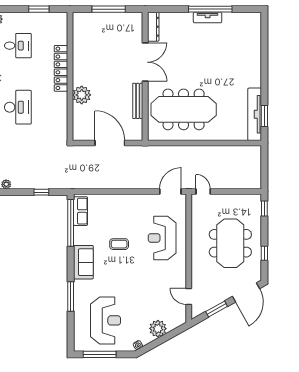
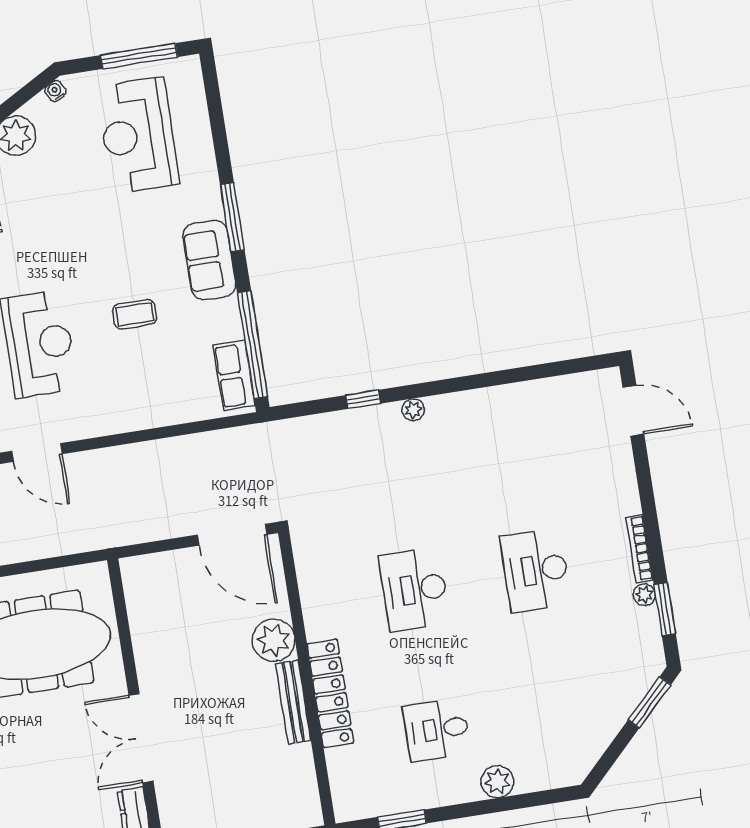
bench: (138, 101) -> (293, 702), moved
door: (110, 143) -> (232, 535), moved
door: (170, 191) -> (37, 453), hinge flipped
window: (41, 192) -> (363, 399), moved
window: (71, 296) -> (232, 217), moved

